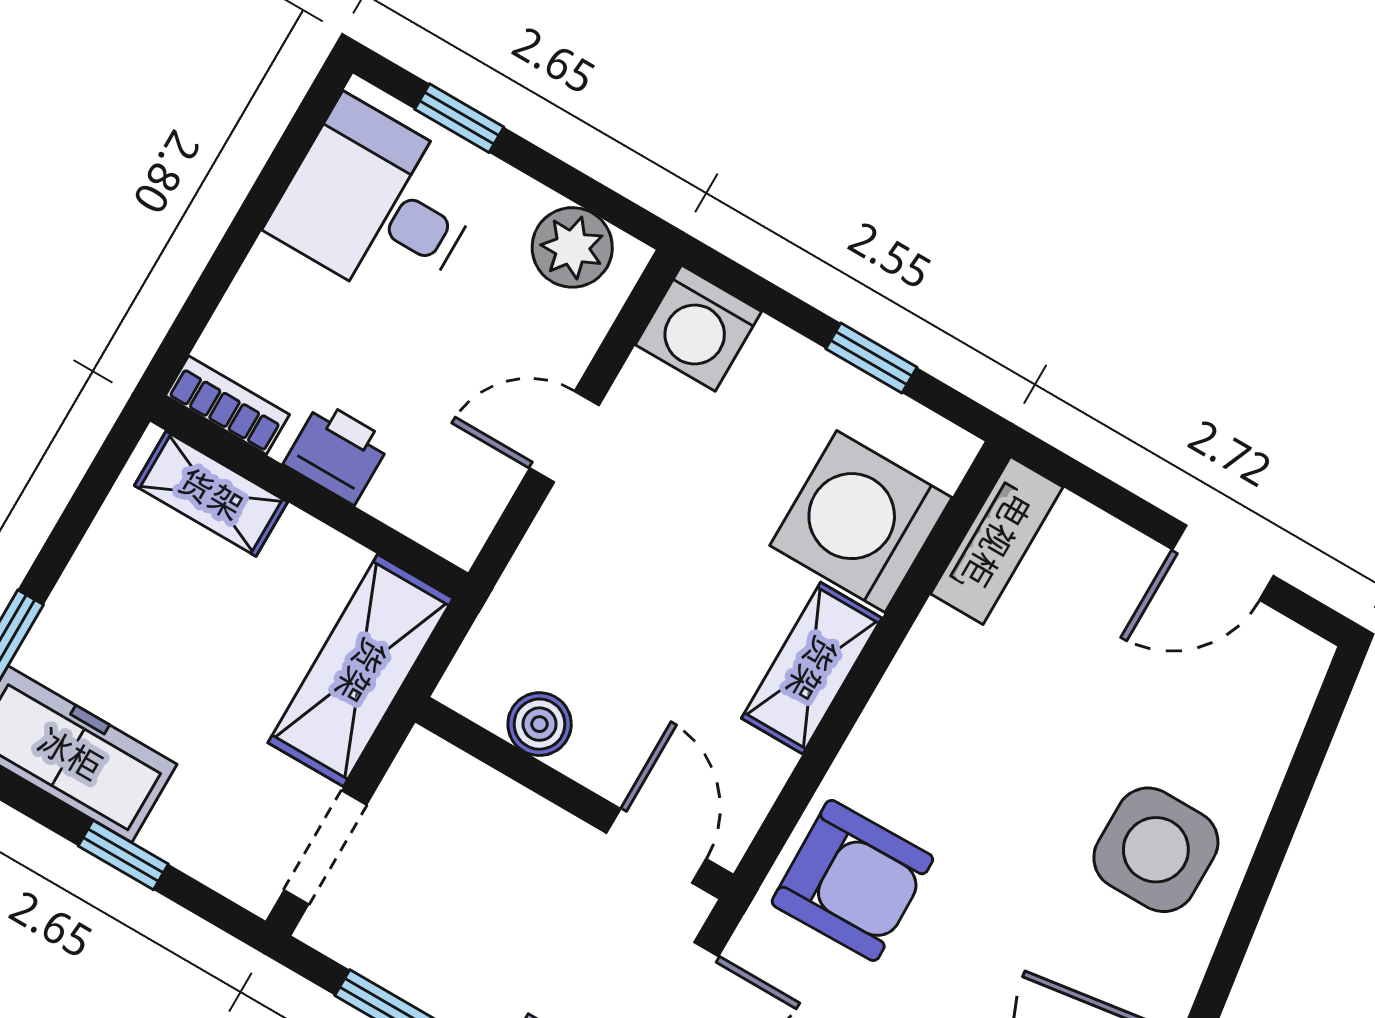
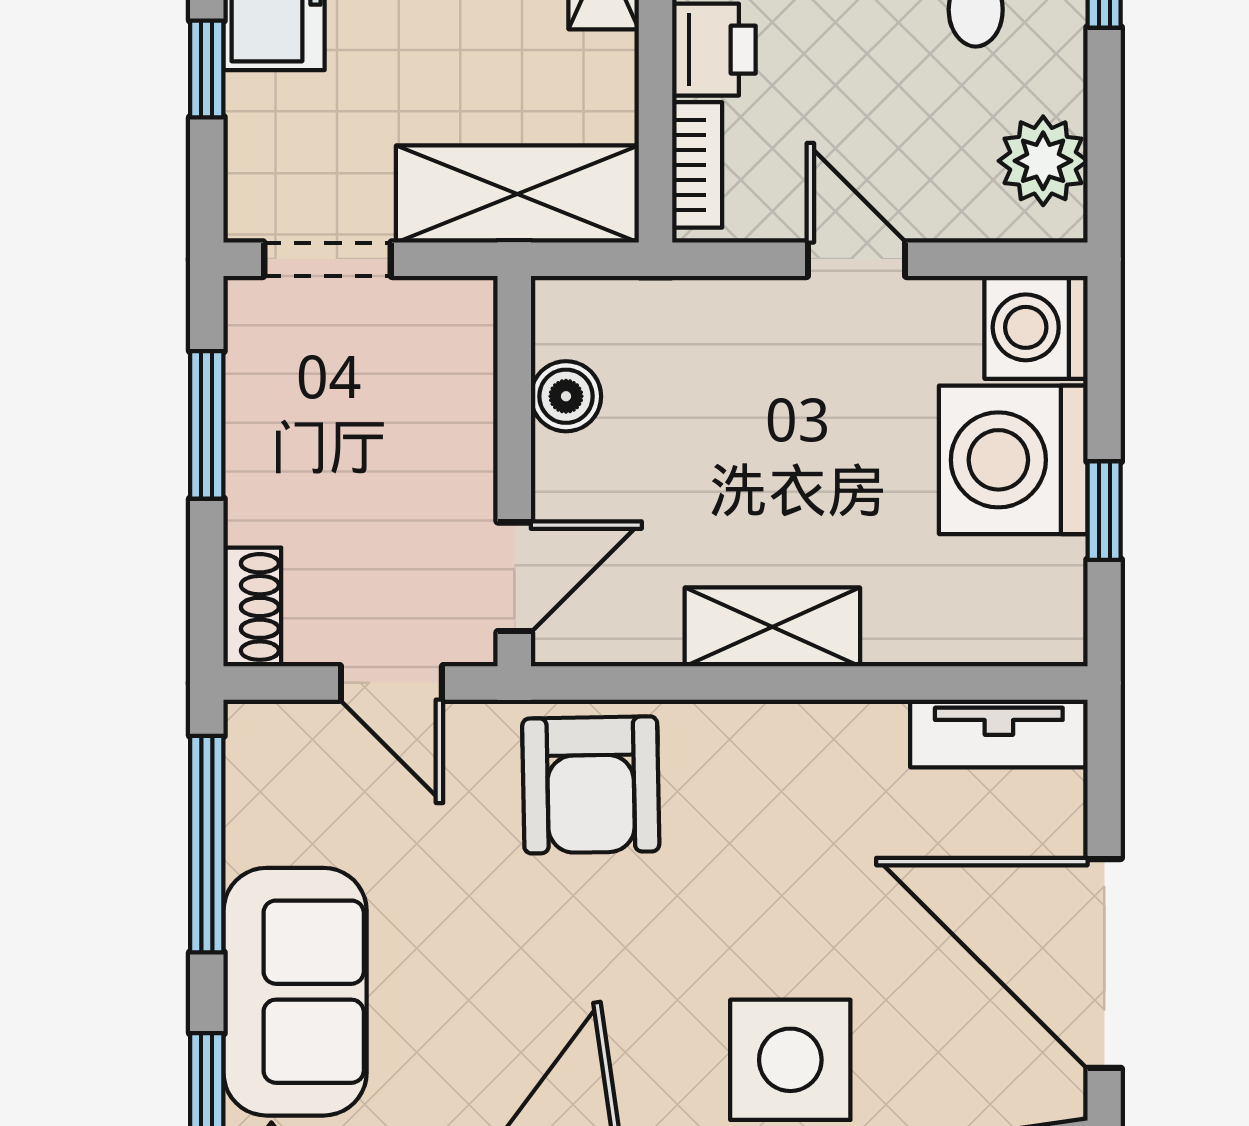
bookcase: (419, 518) -> (697, 165), added
washing machine: (861, 521) -> (1013, 460), moved, turned -90
door: (1223, 563) -> (1104, 963), width x1.87

